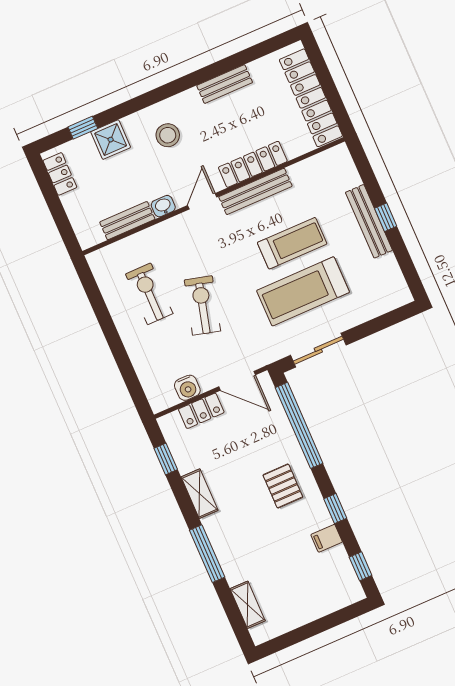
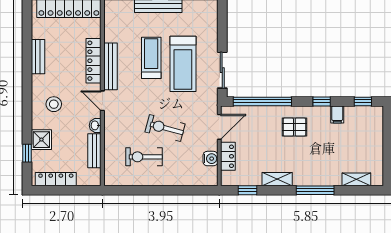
locker: (60, 174) -> (56, 179), width x1.53

